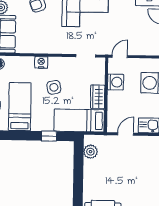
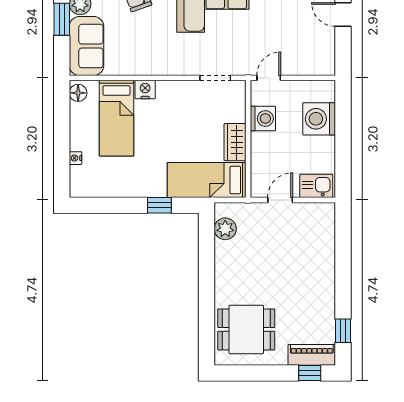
side table: (54, 87) -> (166, 128), removed
bed: (20, 107) -> (116, 118), moved, turned 180

